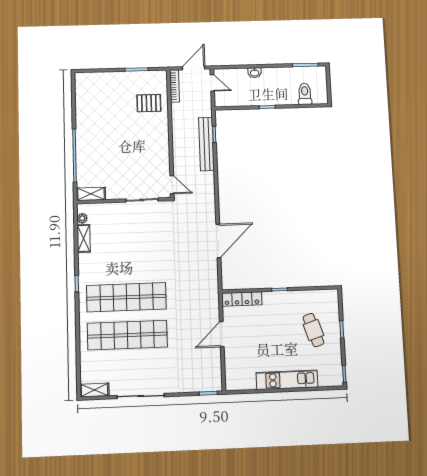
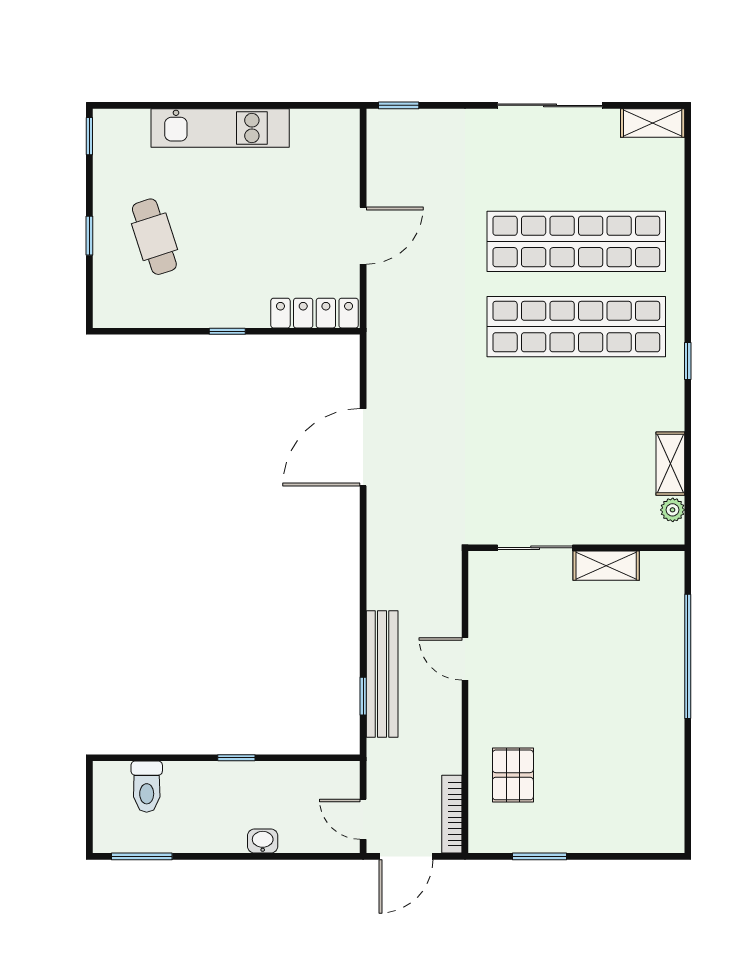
pallet: (149, 103) -> (513, 775), turned 90
door: (172, 185) -> (465, 659), moved
shelving: (91, 194) -> (606, 566), moved

